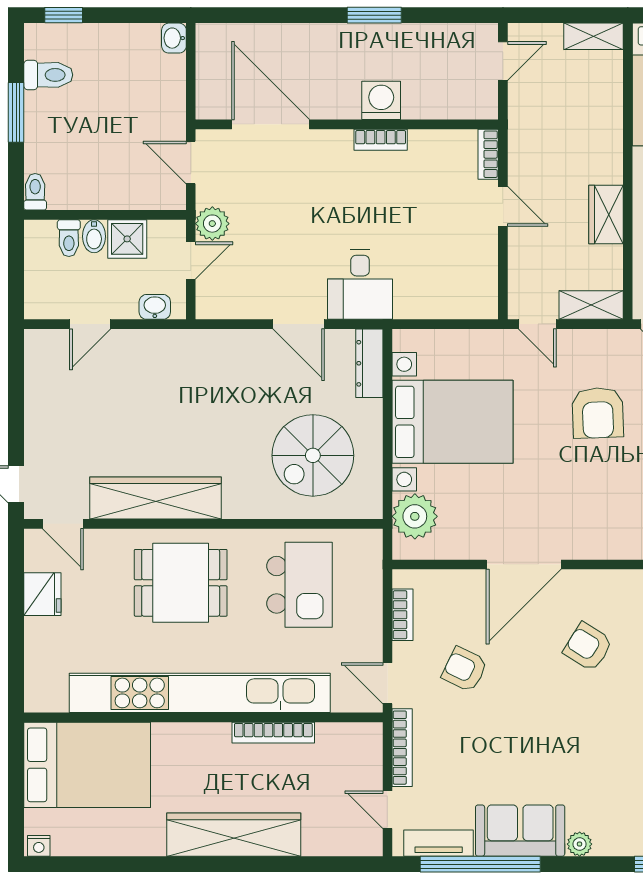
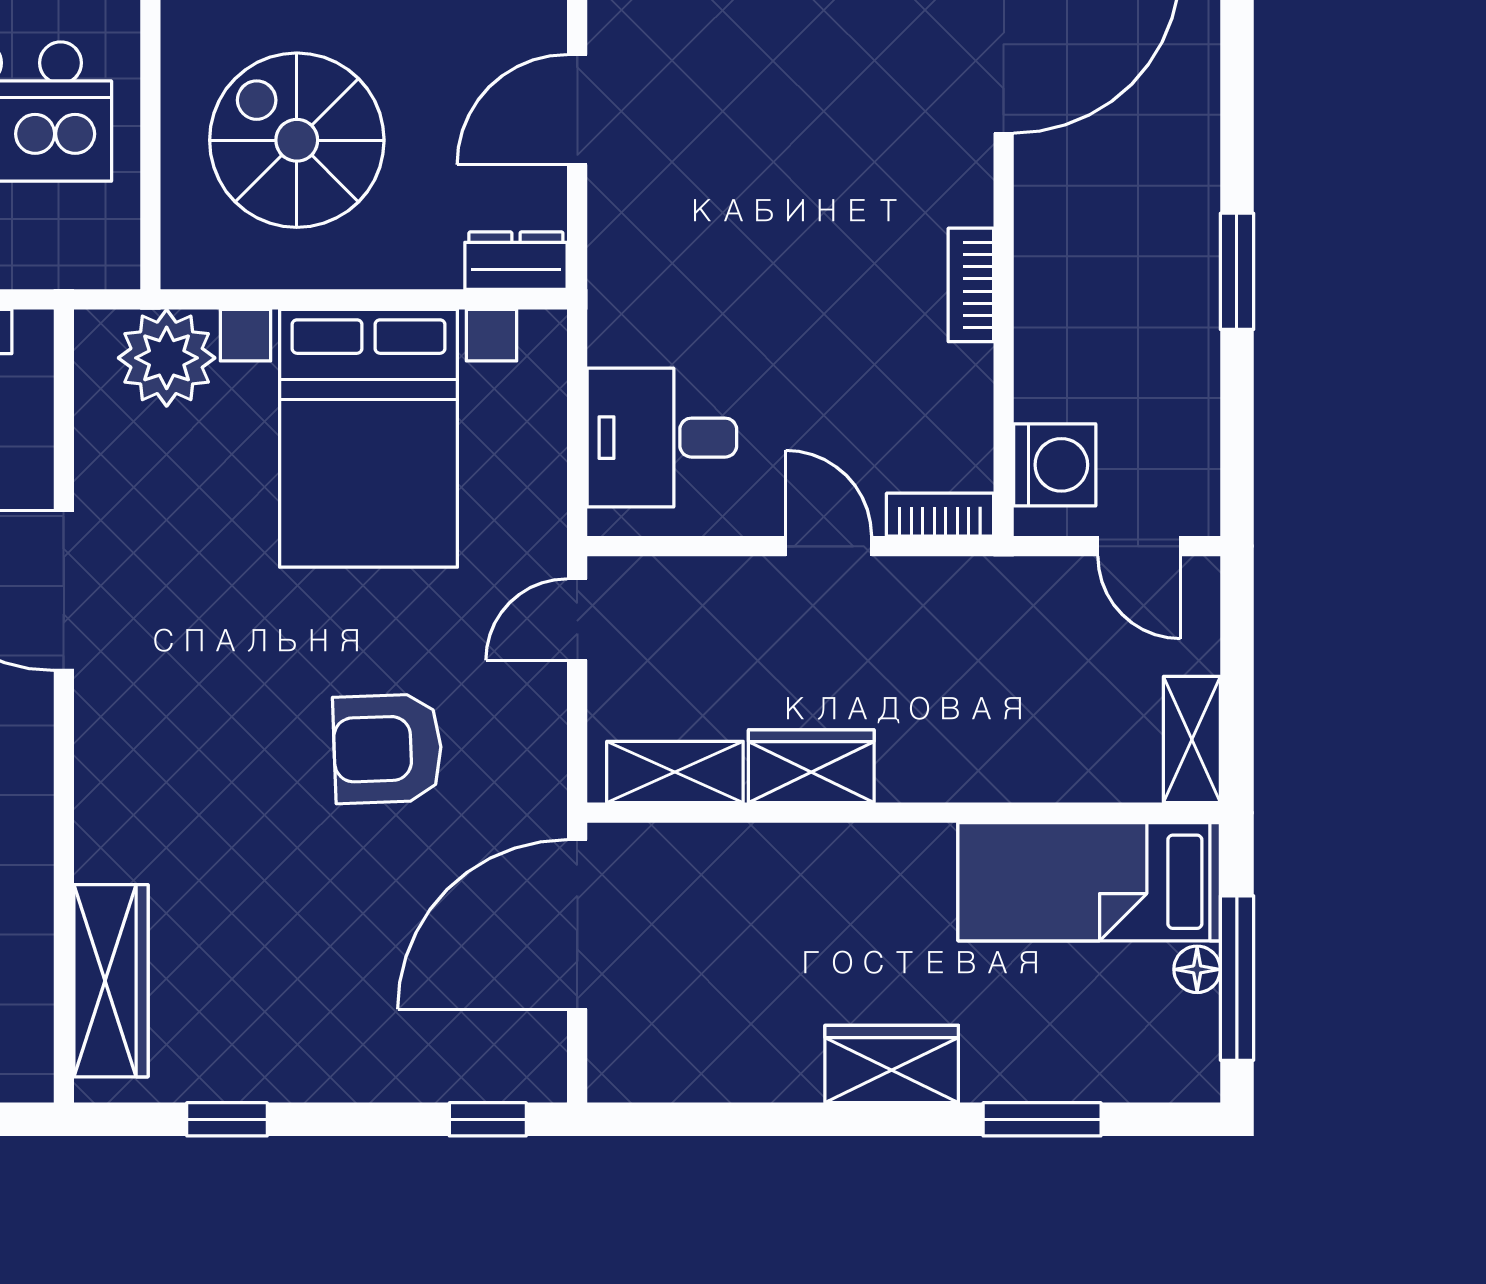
washing machine: (381, 100) -> (1055, 465), moved
door: (503, 206) -> (829, 546), swing flipped
desk: (360, 284) -> (662, 438), moved
shelving: (591, 305) -> (675, 772), moved, turned 90
dresser: (369, 363) -> (516, 261), width x0.70

